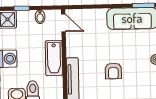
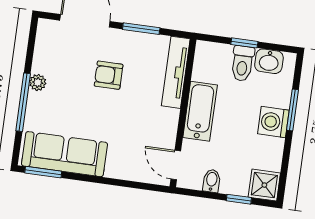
armchair: (113, 71) -> (109, 75), turned -90

